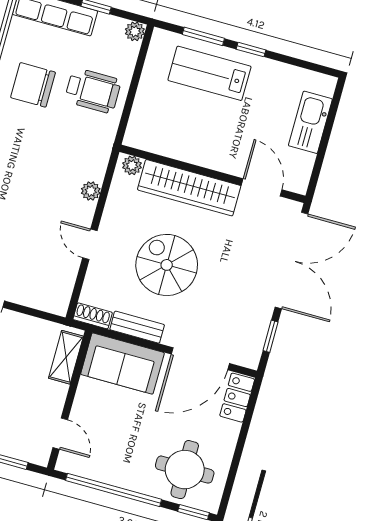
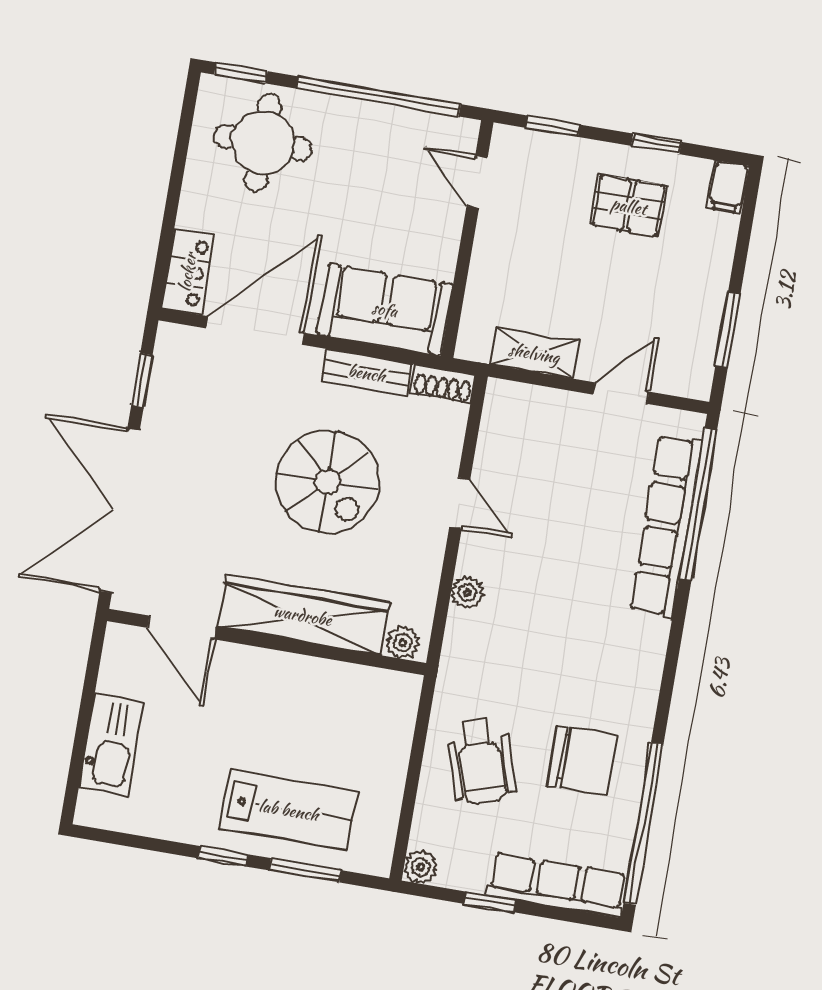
wheelchair: (93, 91) -> (481, 761), turned -108
shelving: (66, 357) -> (534, 353), moved, turned 90

